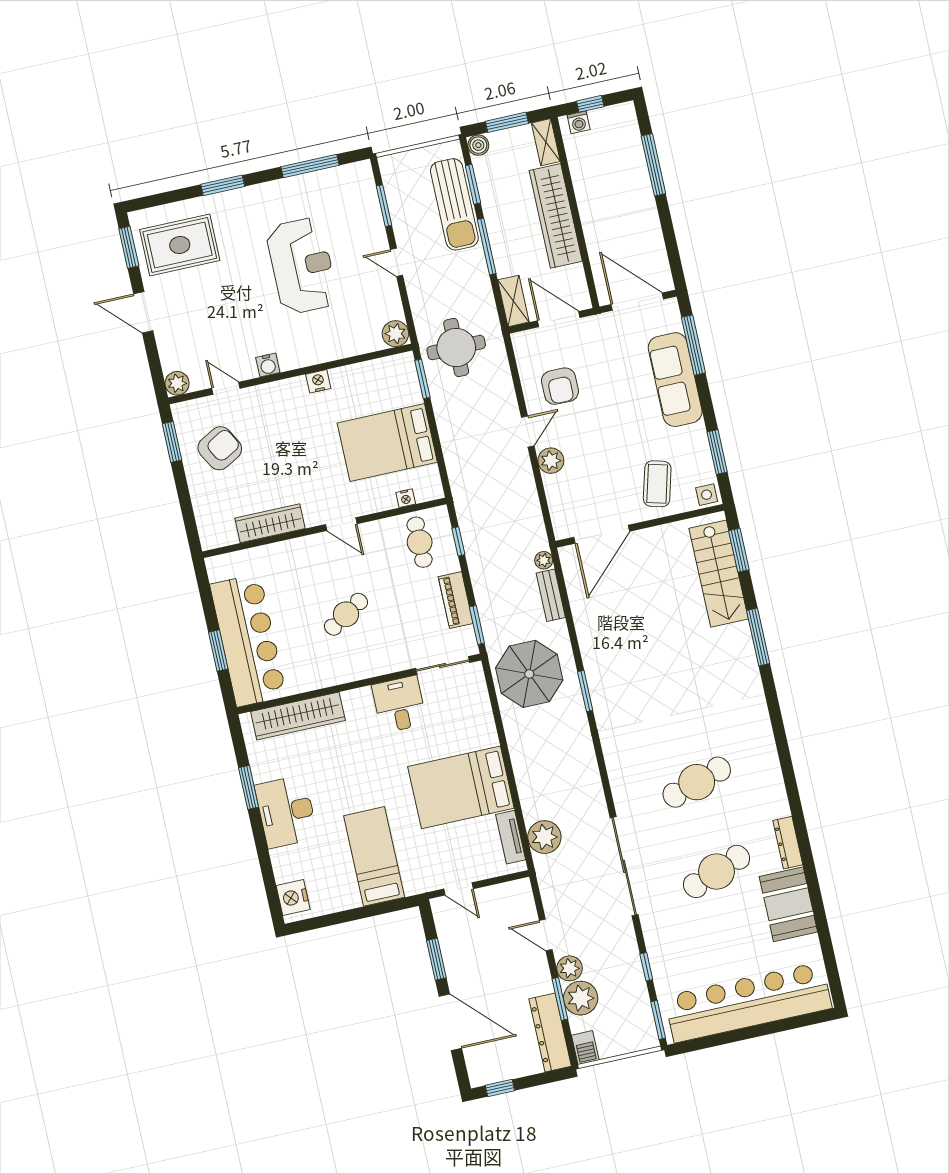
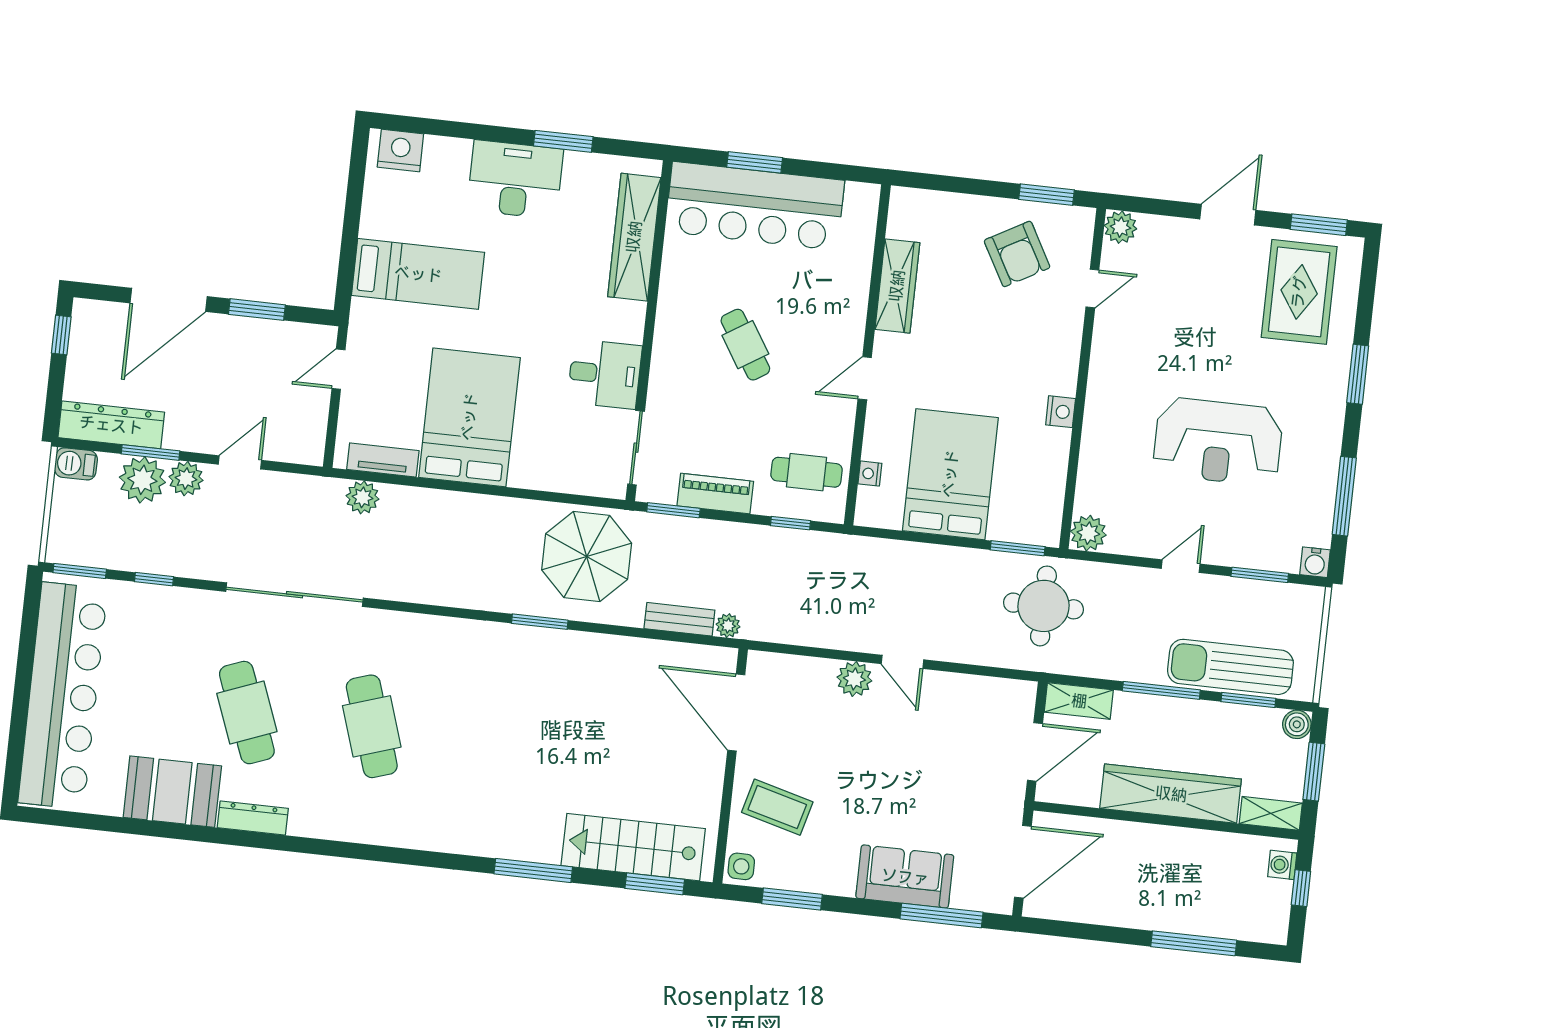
water cooler: (268, 365) -> (1315, 562), moved, turned -90
sofa: (675, 380) -> (905, 877), width x0.73
armchair: (560, 386) -> (947, 724), removed
plant: (544, 837) -> (362, 497), width x0.73, depth x0.73

